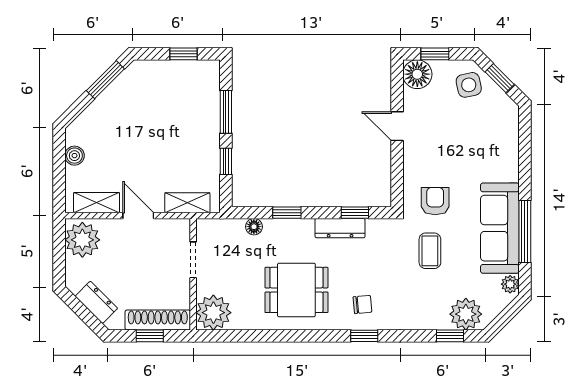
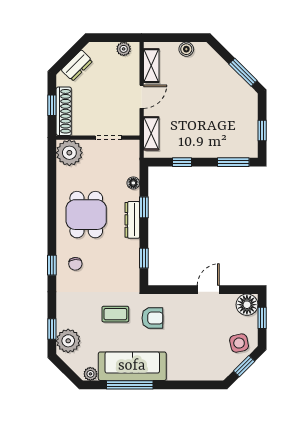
window: (226, 112) -> (233, 162), moved
dresser: (340, 228) -> (132, 220), moved
plant: (82, 240) -> (124, 49), width x0.53, depth x0.53

